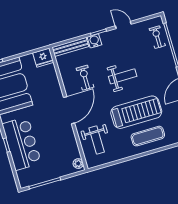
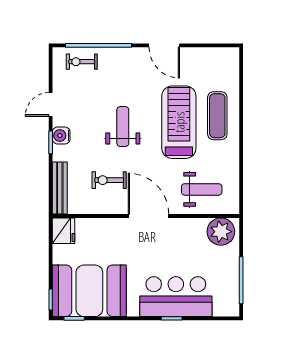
water cooler: (94, 41) -> (61, 136), moved
plant: (78, 164) -> (221, 232), width x1.88, depth x1.88

